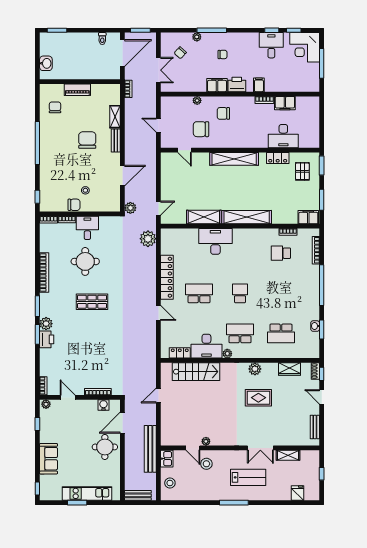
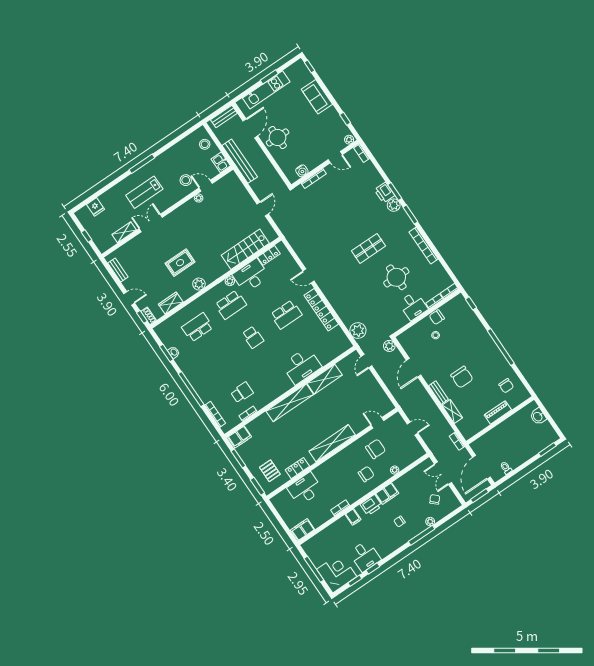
filing cabinet: (285, 103) -> (303, 530), moved
door: (122, 423) -> (250, 128), moved

